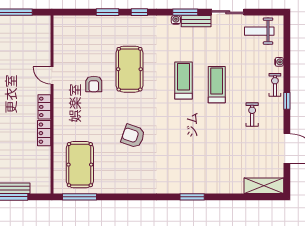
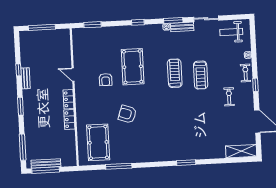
window: (108, 12) -> (92, 25), moved
treadmill: (217, 85) -> (201, 75), turned 180
armchair: (133, 136) -> (127, 114), moved
window: (79, 197) -> (119, 166), moved

